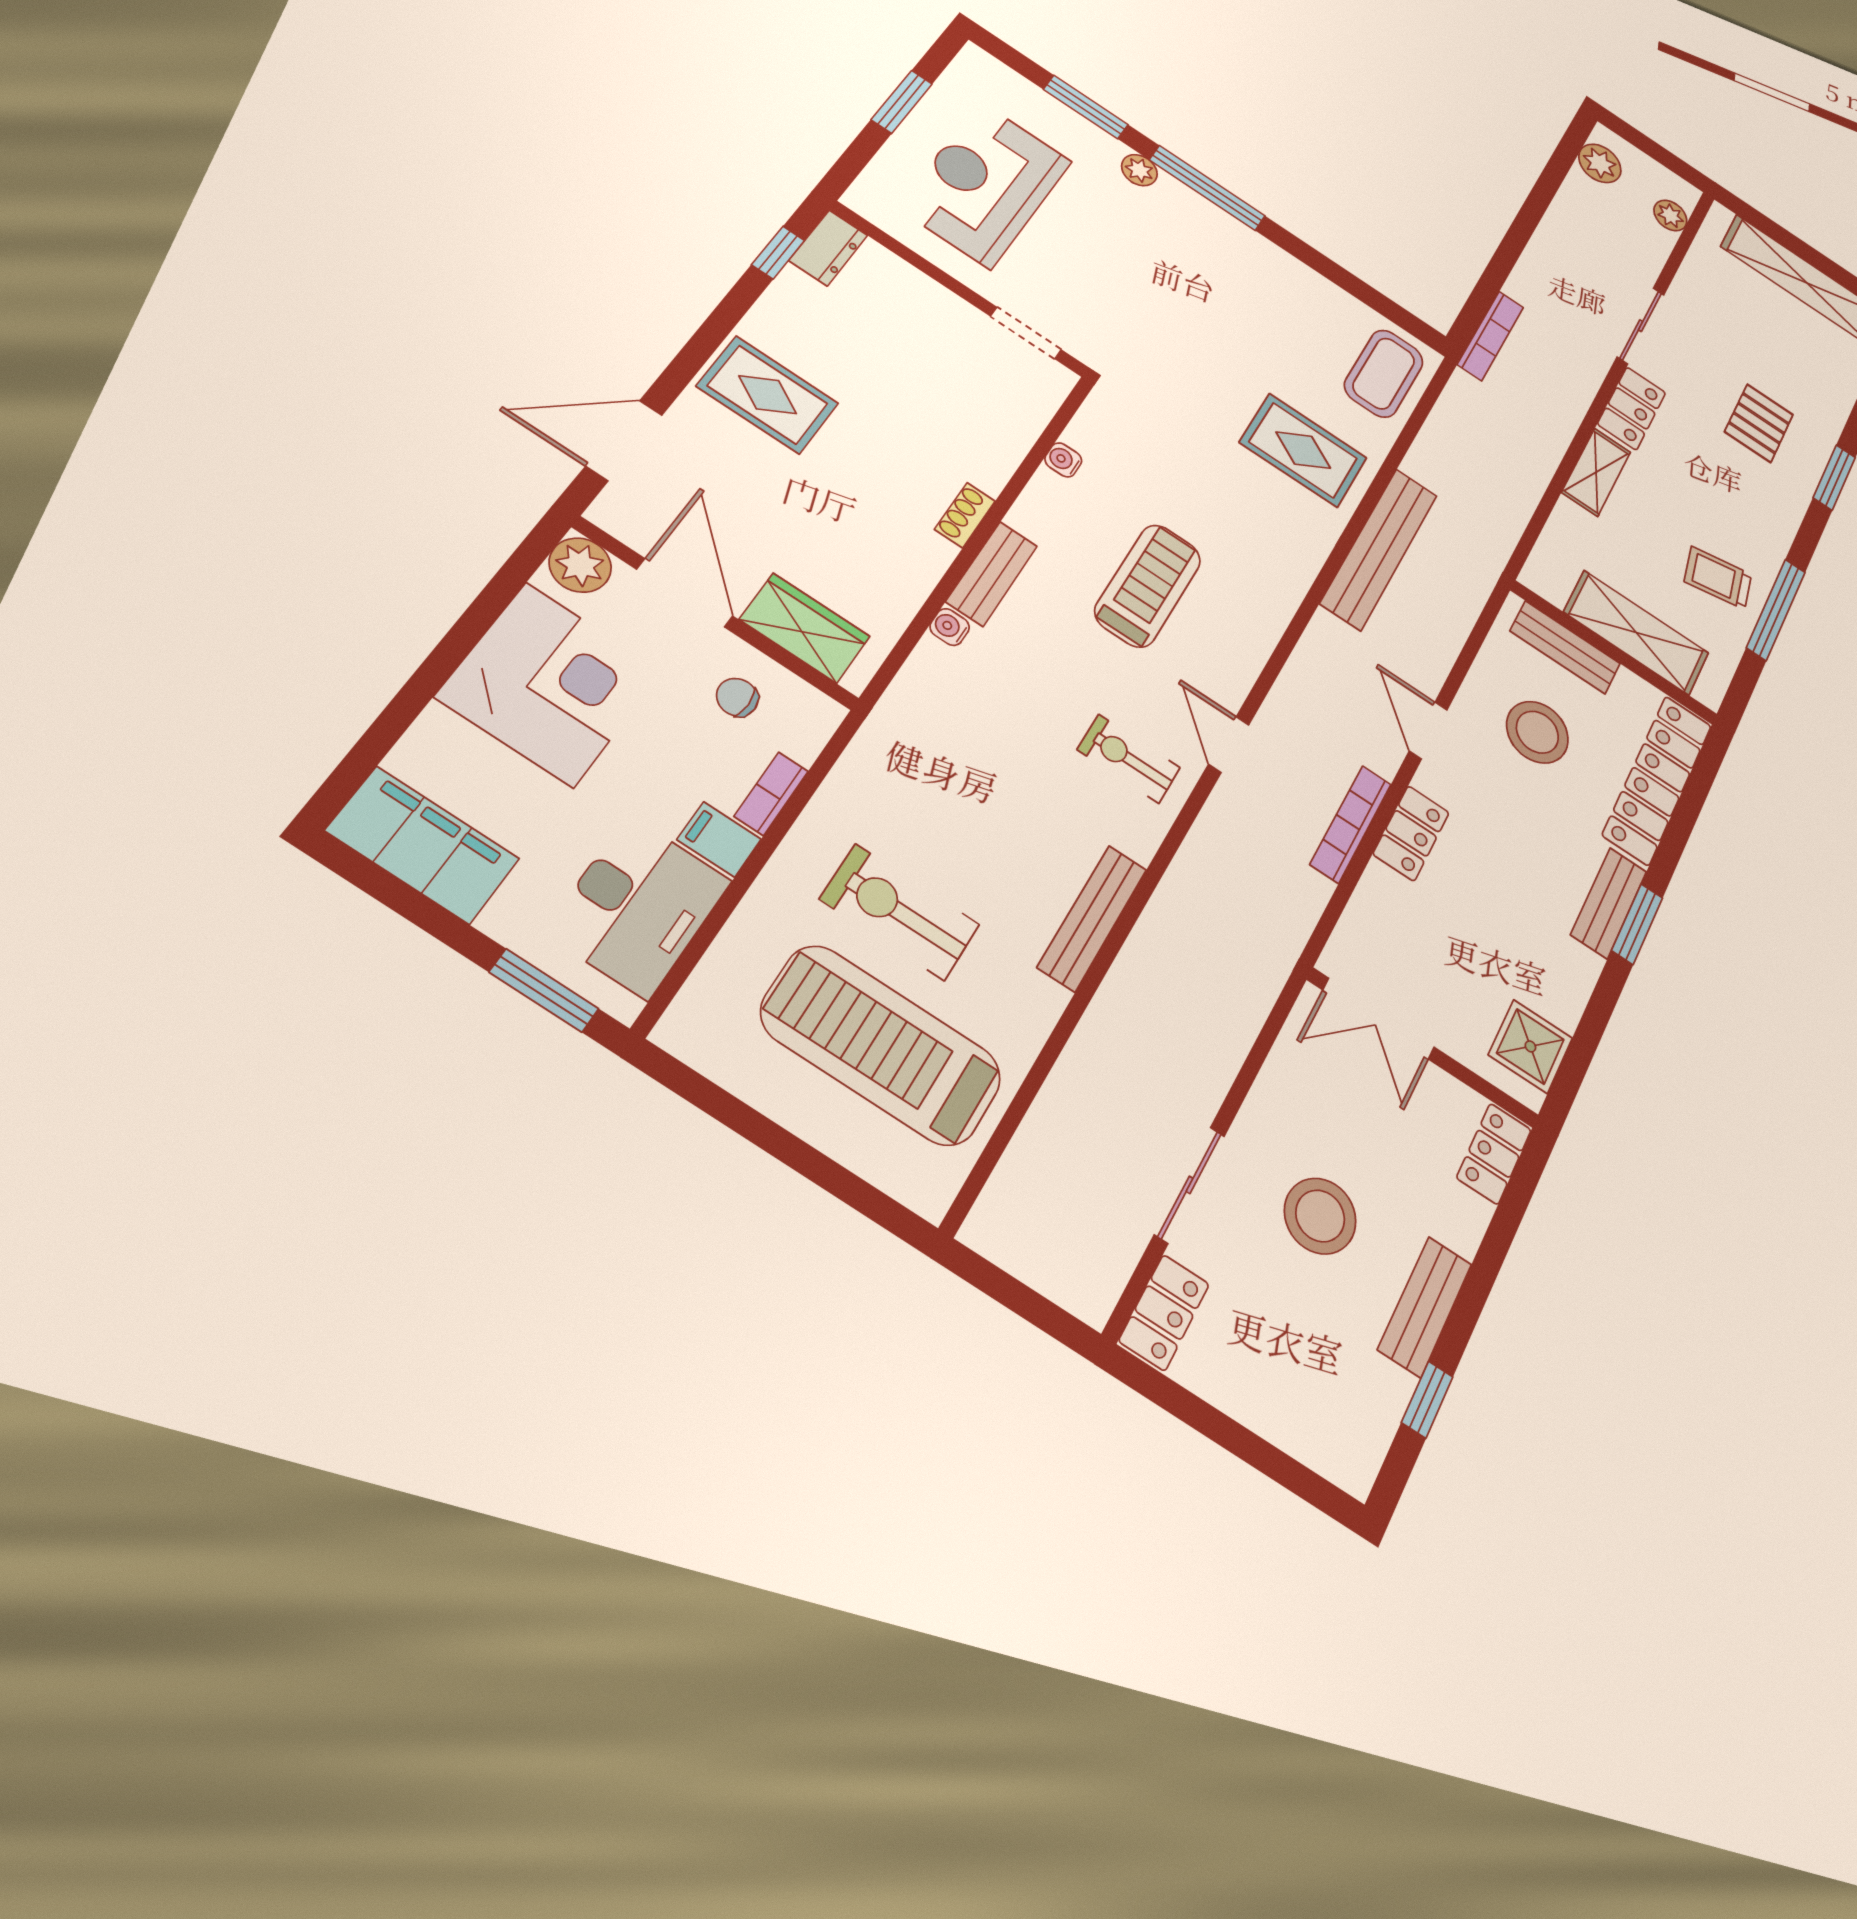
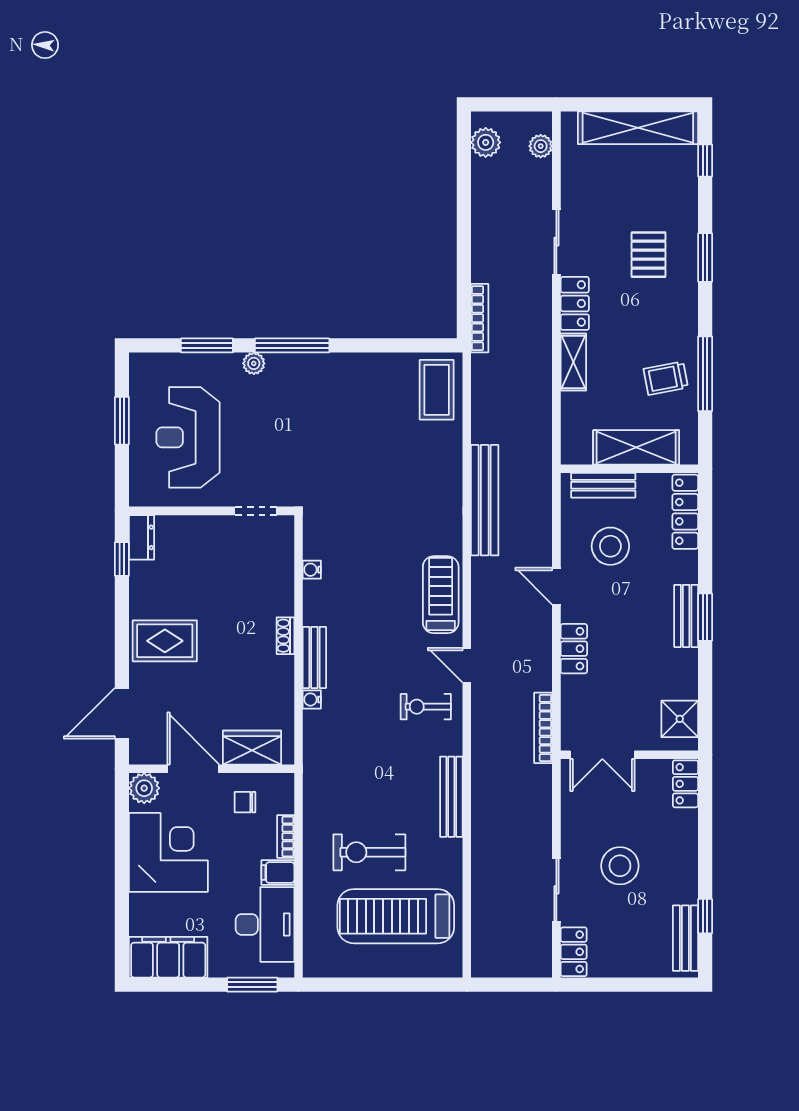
rug: (1303, 450) -> (420, 471), removed
treadmill: (1148, 586) -> (441, 595), moved
locker: (1657, 780) -> (685, 512), width x0.71, depth x0.83
bookcase: (1351, 824) -> (543, 728), moved
bench: (1425, 1307) -> (685, 938), moved

